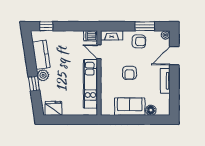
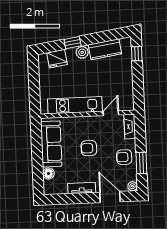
dishwasher: (91, 36) -> (128, 103), removed
armchair: (139, 41) -> (124, 157), turned 89
sofa: (130, 107) -> (51, 144), width x1.36
fridge: (53, 108) -> (57, 59), moved, turned 81

